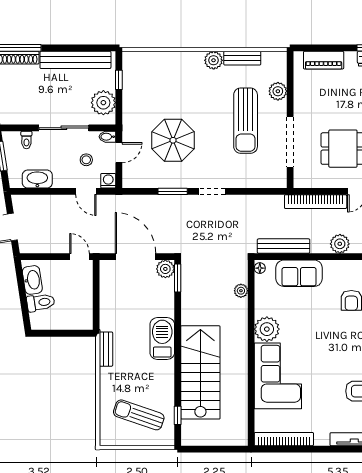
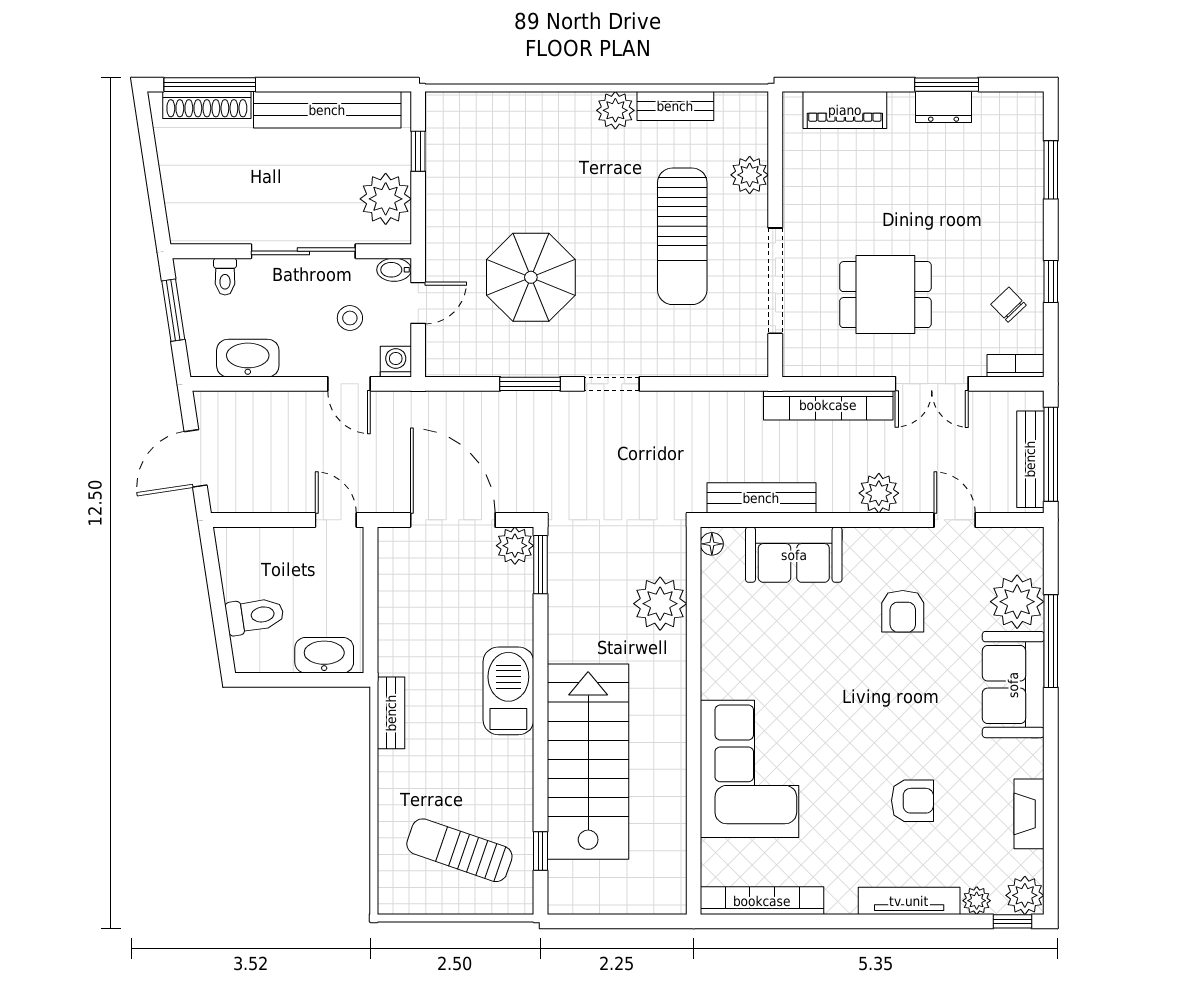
washbasin: (32, 280) -> (324, 655), moved, turned -81
plant: (241, 291) -> (660, 604), width x1.88, depth x1.88
plant: (267, 329) -> (727, 671), removed

